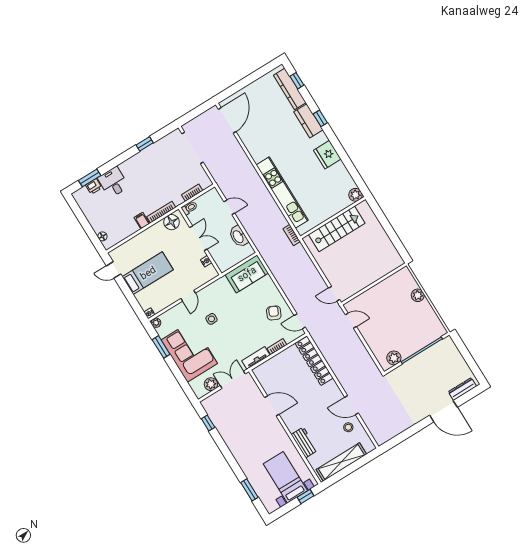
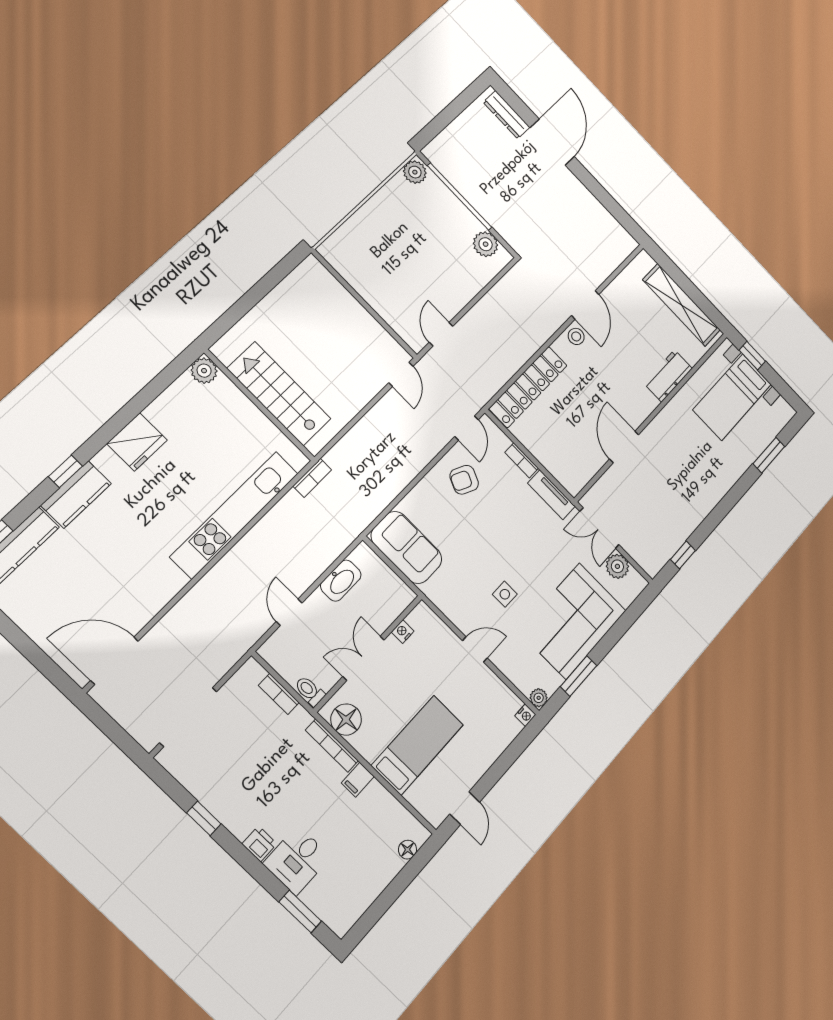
printer: (94, 186) -> (260, 844), moved
bed: (148, 273) -> (417, 745), moved, turned 90
plant: (418, 295) -> (415, 172), moved
stool: (348, 427) -> (576, 336), moved

